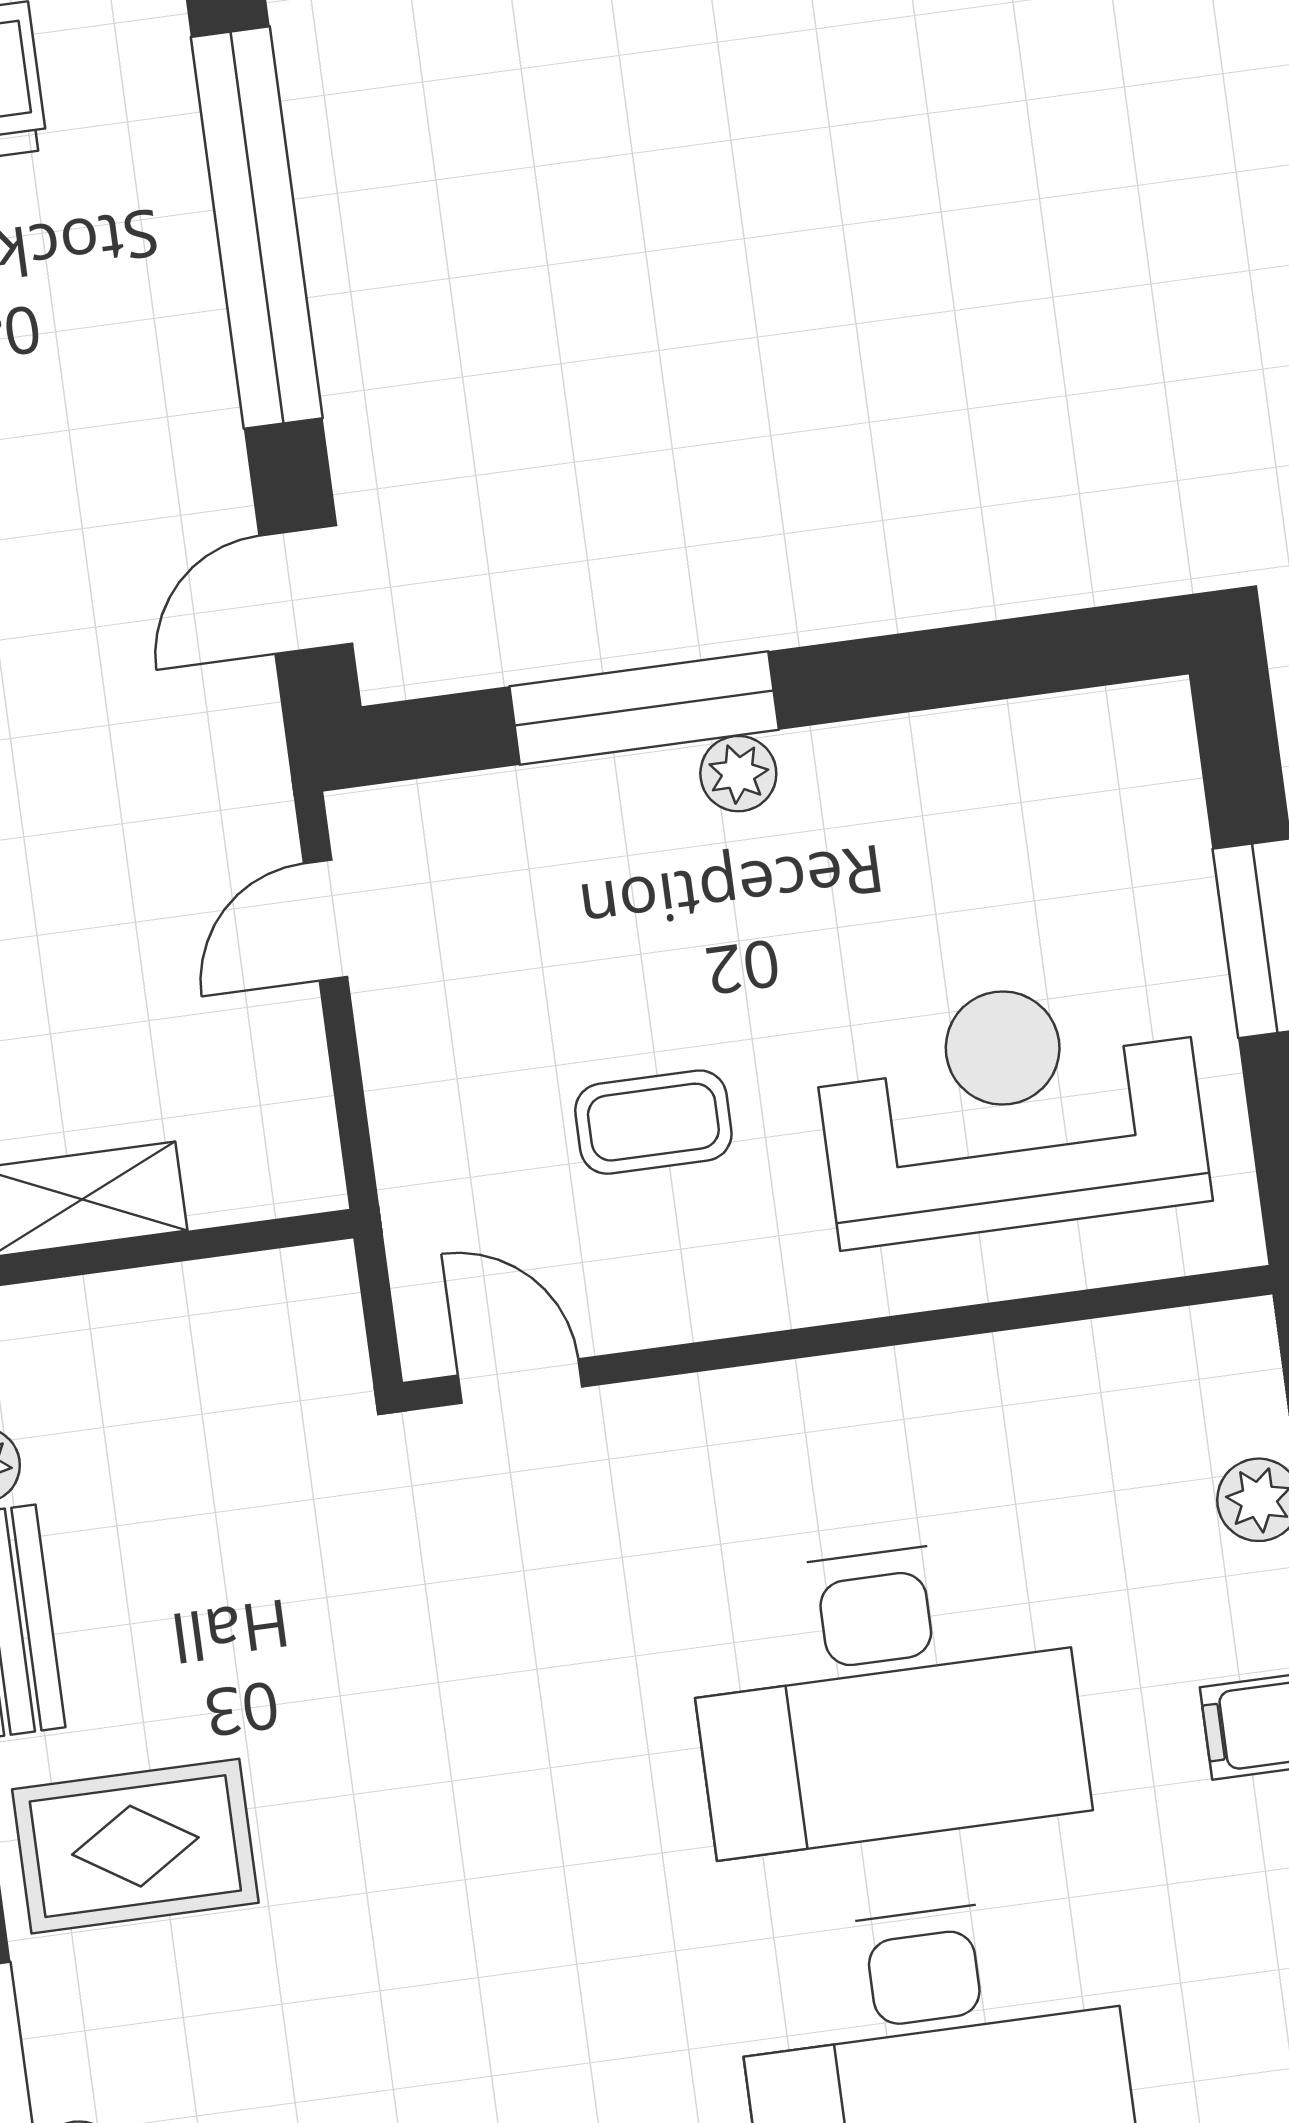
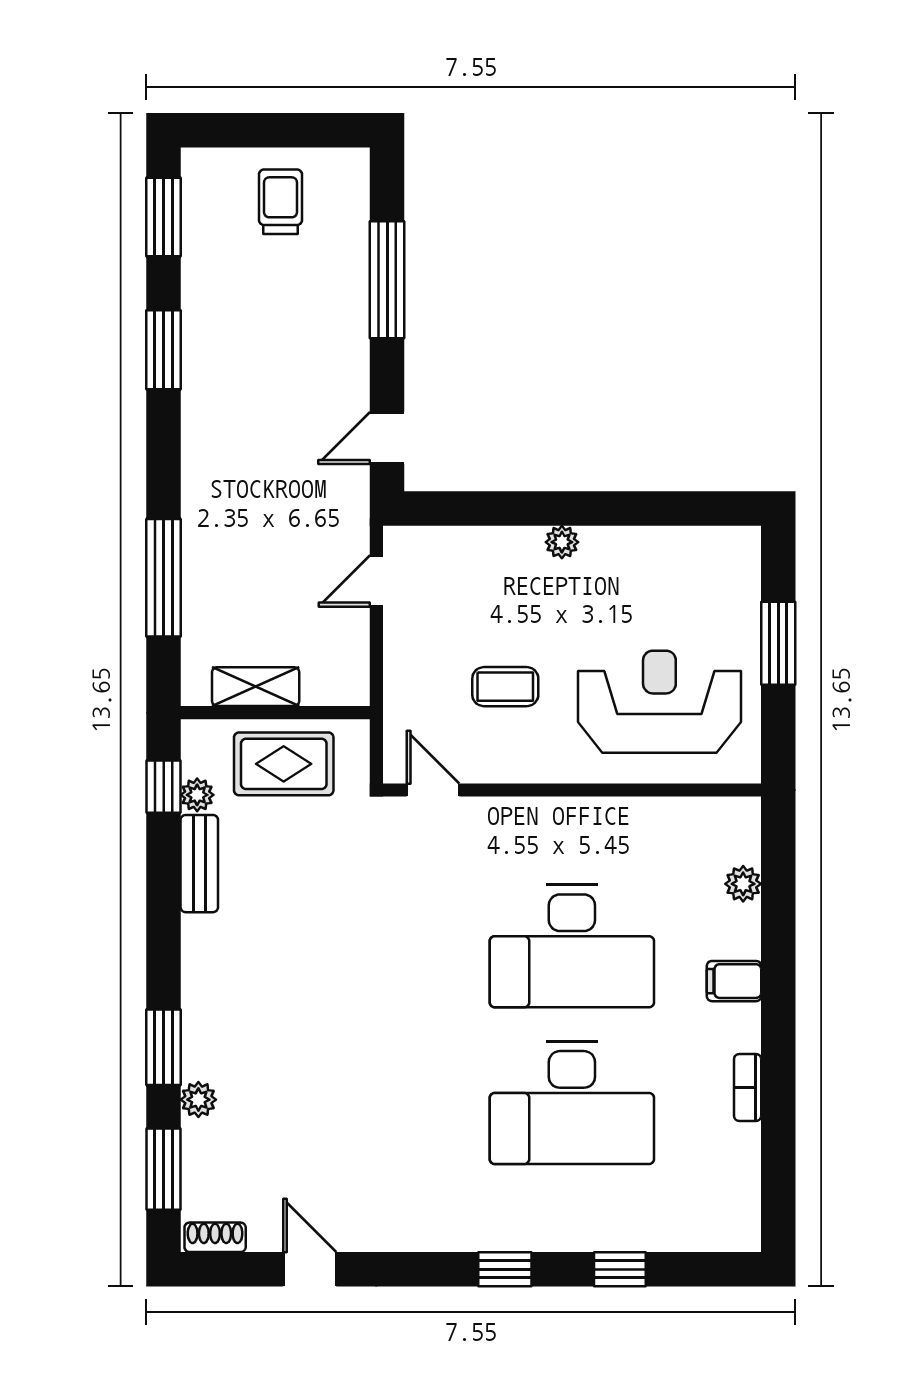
window: (257, 228) -> (387, 280), width x0.68
window: (644, 708) -> (525, 508), removed
rug: (135, 1846) -> (284, 764), moved

